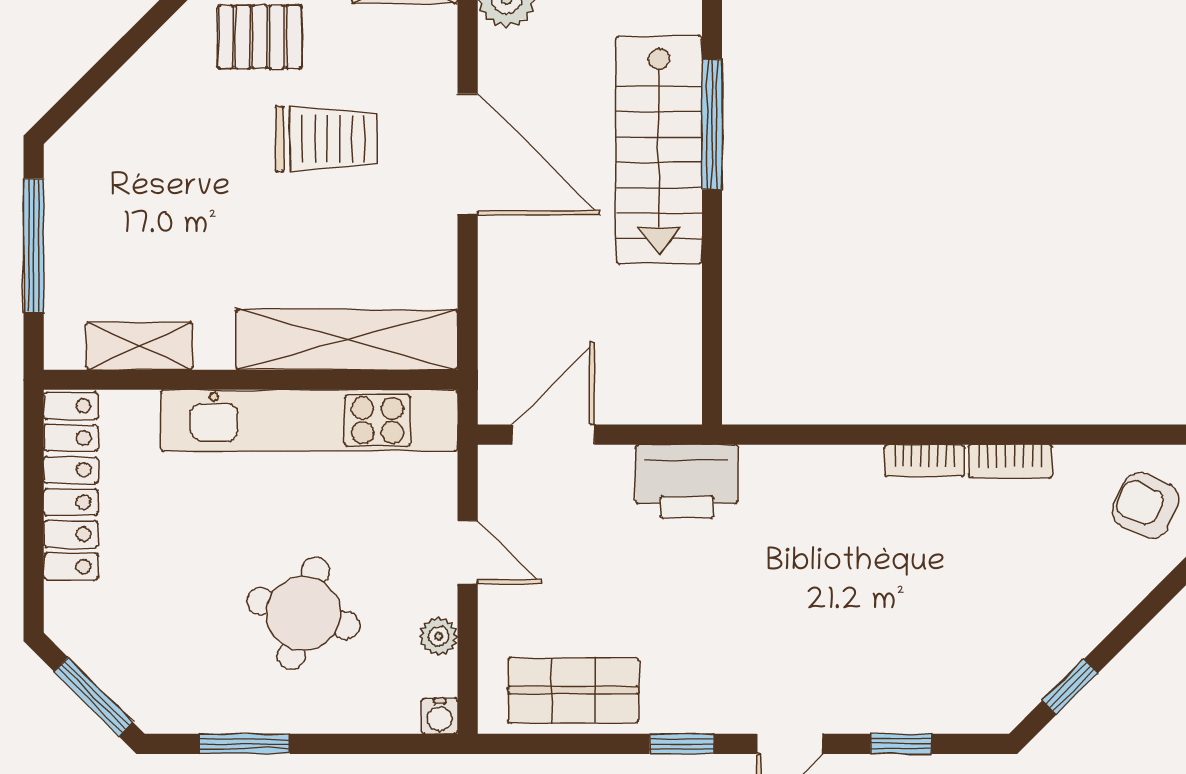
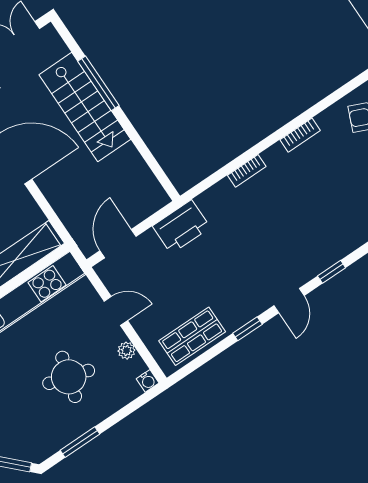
bookcase: (925, 461) -> (247, 171), moved

